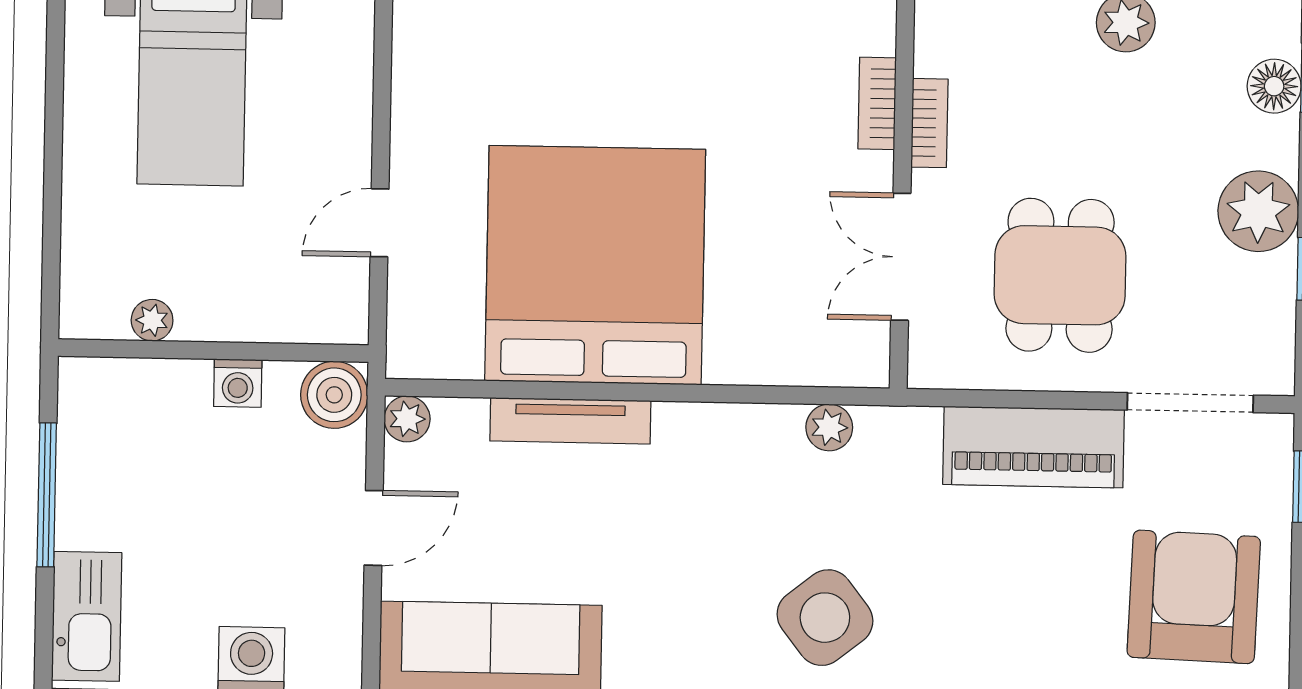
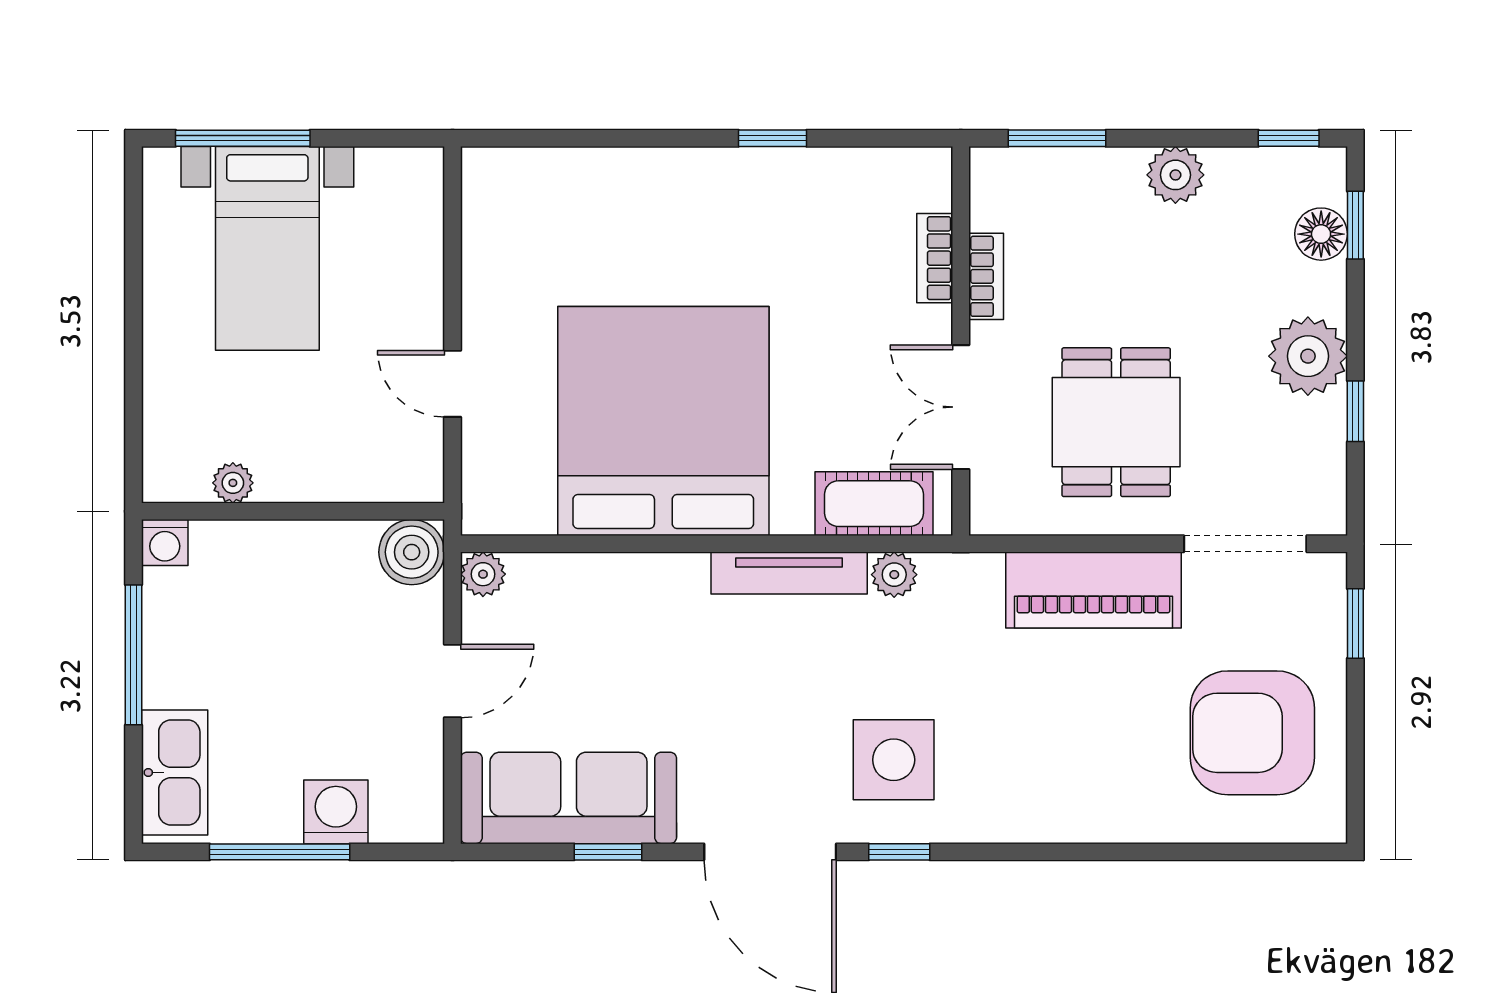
door: (380, 223) -> (453, 384), hinge flipped
cot: (810, 354) -> (874, 504), added
washing machine: (238, 383) -> (165, 543), moved
tv unit: (570, 421) -> (789, 573), moved
armchair: (1194, 597) -> (1252, 733), turned -92
side table: (825, 618) -> (894, 760), turned 38

